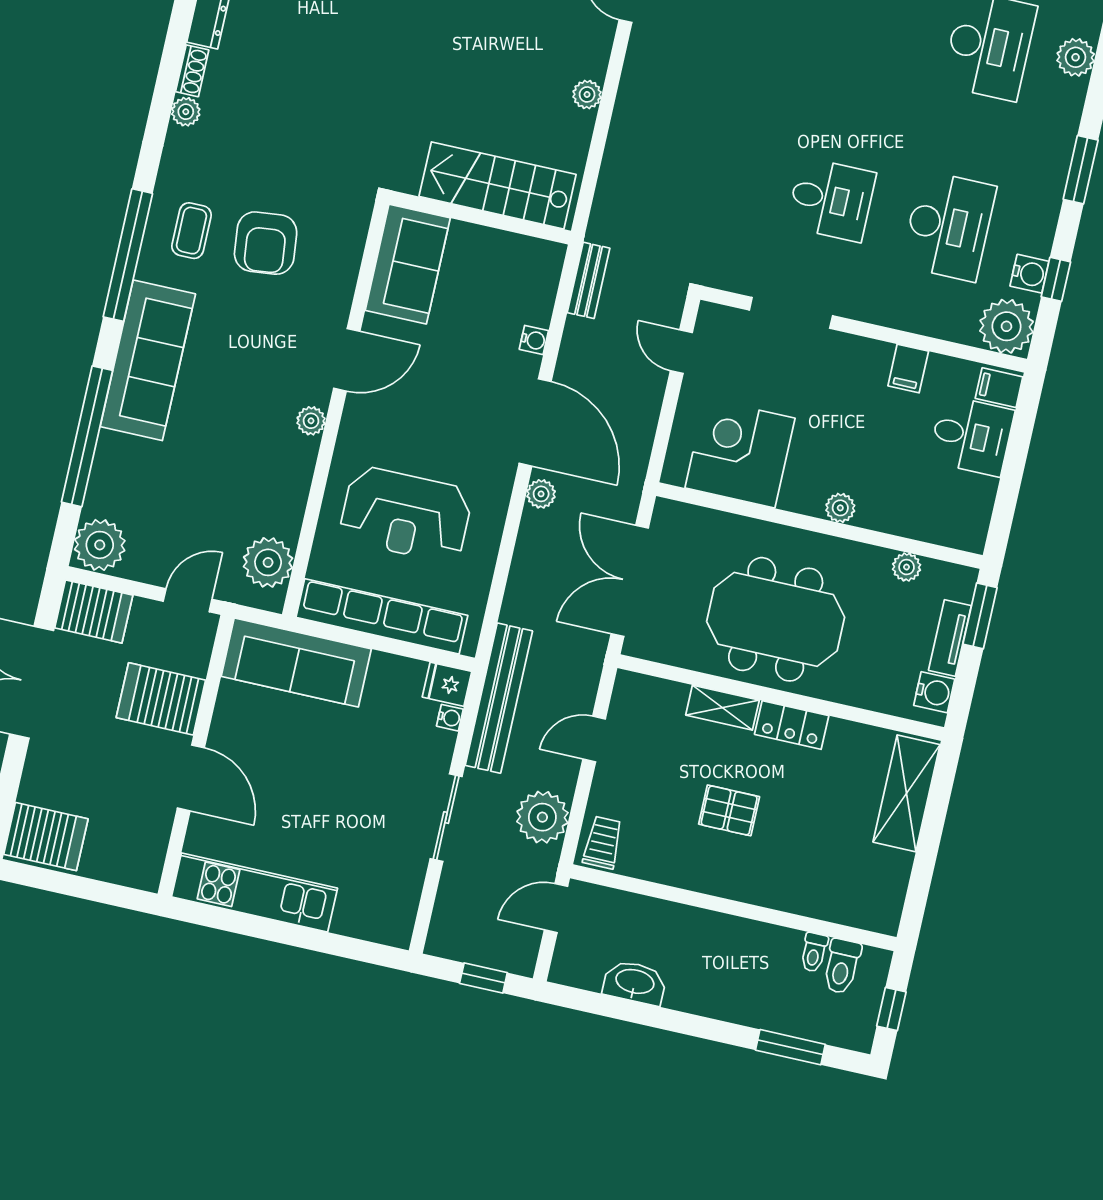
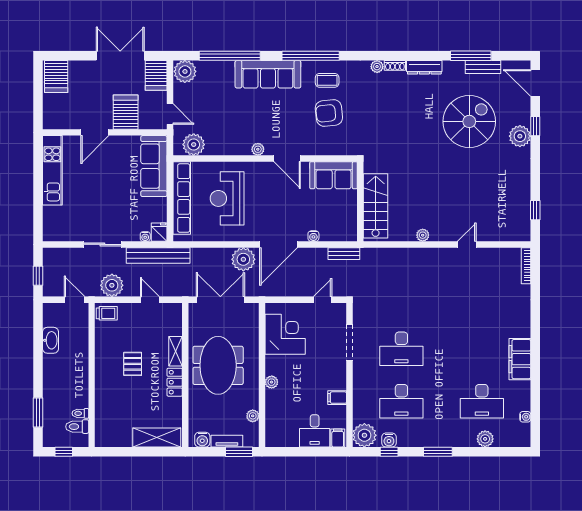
desk: (831, 200) -> (401, 349), width x1.37
plant: (541, 494) -> (243, 259), width x1.87, depth x1.87

